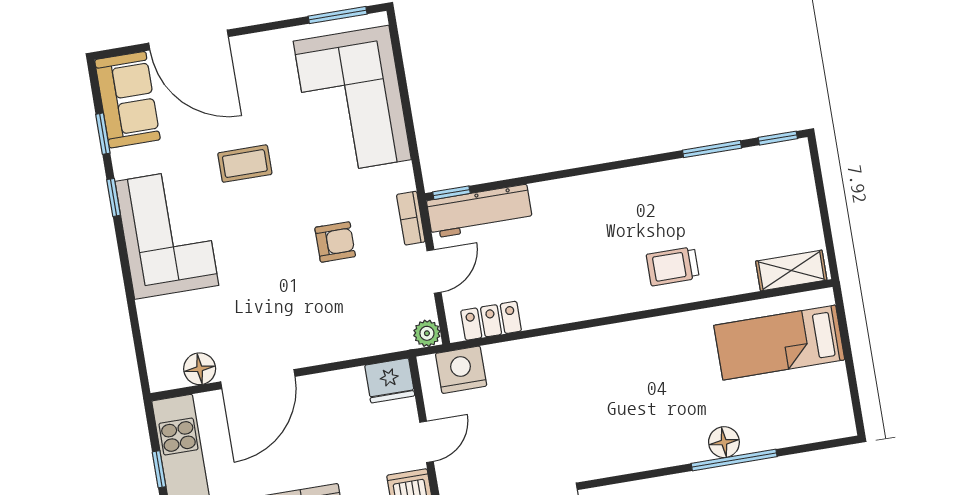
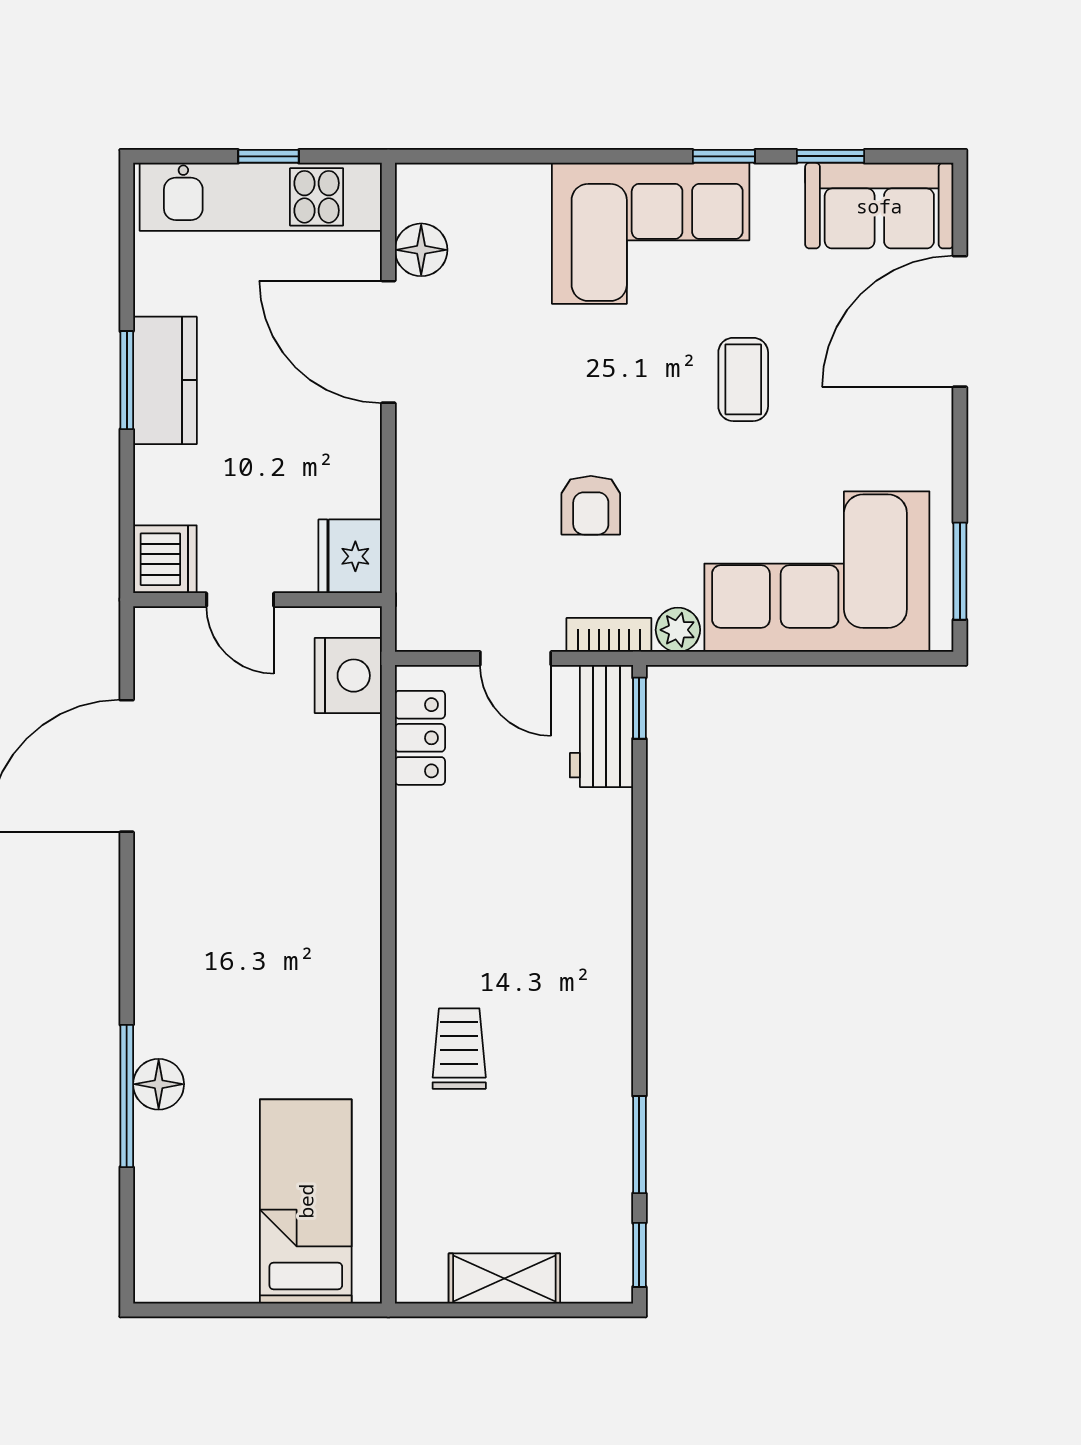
workbench: (480, 211) -> (601, 726), width x0.73
shelving: (791, 271) -> (504, 1278), moved, turned 90
plant: (427, 333) -> (678, 630), moved

